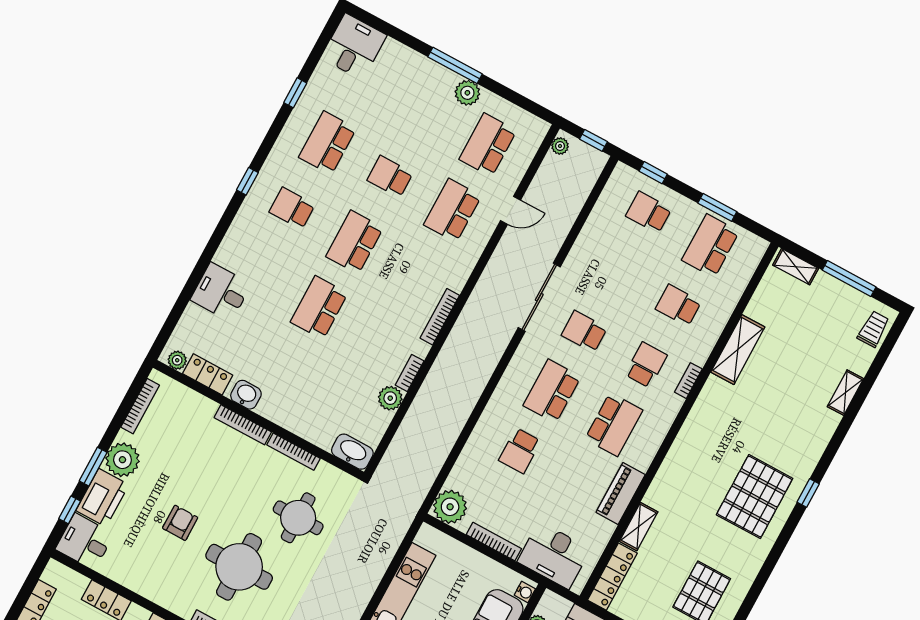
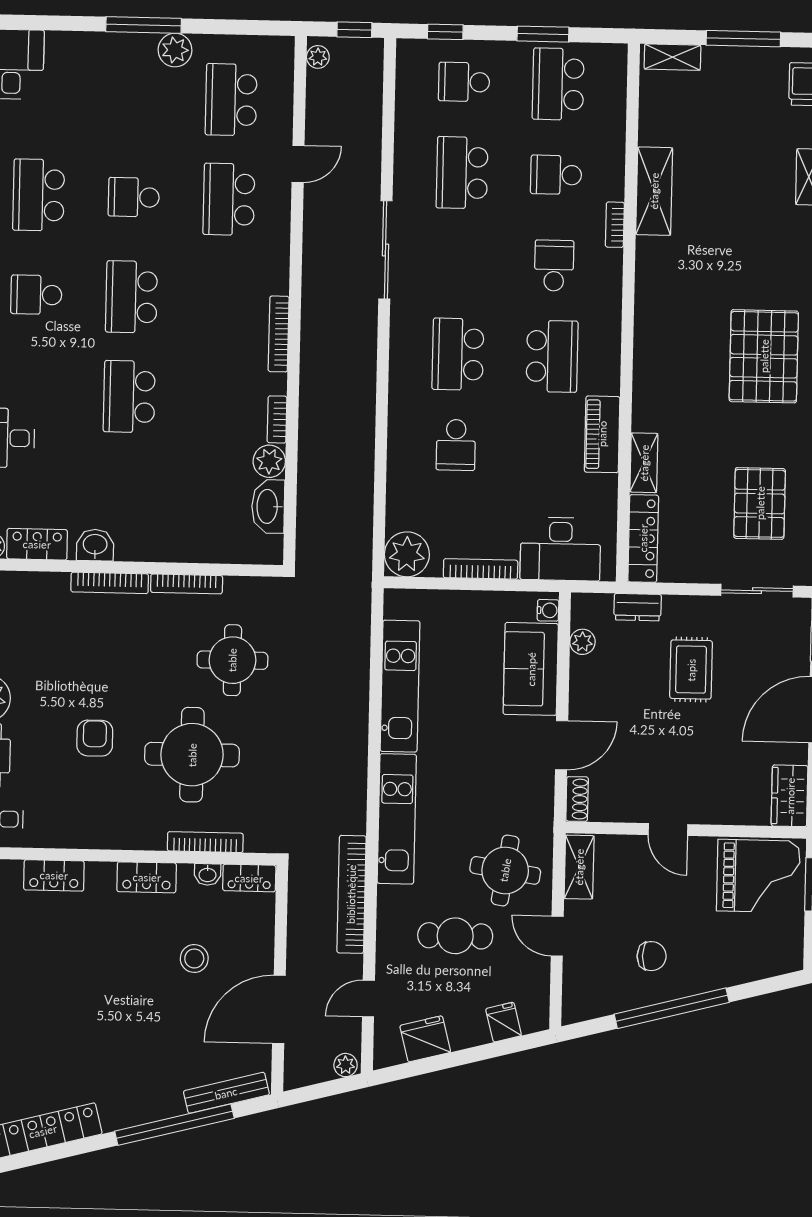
school desk: (584, 332) -> (462, 173), moved, width x1.85
bookcase: (688, 381) -> (615, 225), moved
washbasin: (352, 452) -> (268, 506), moved, turned -90

